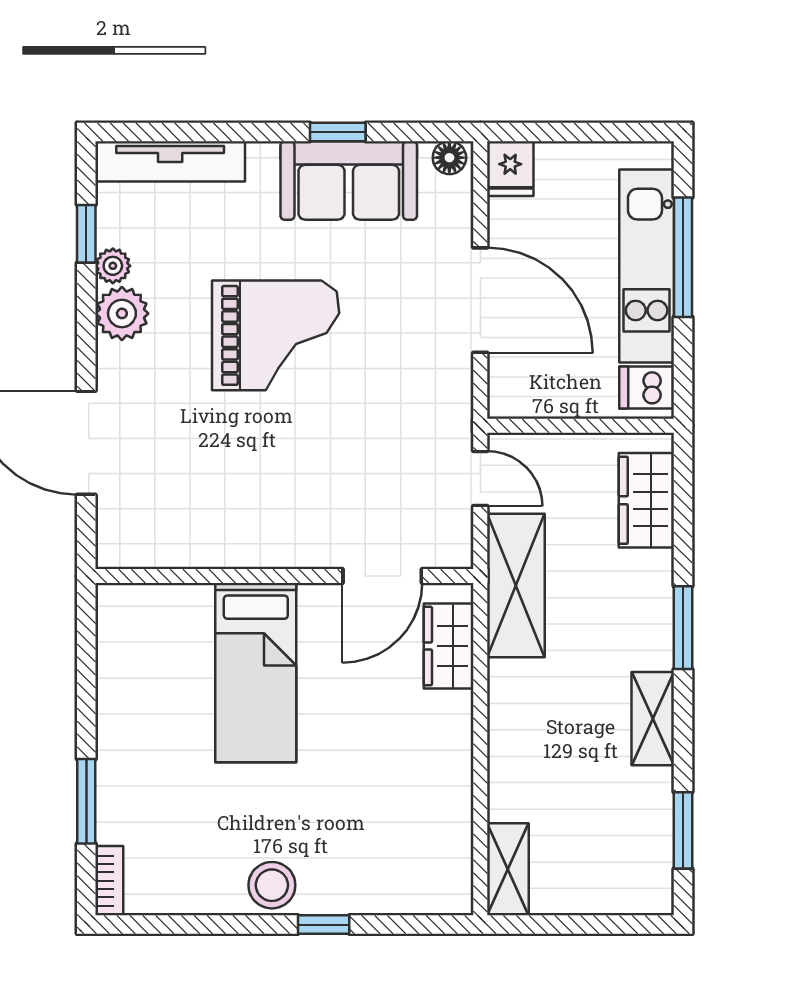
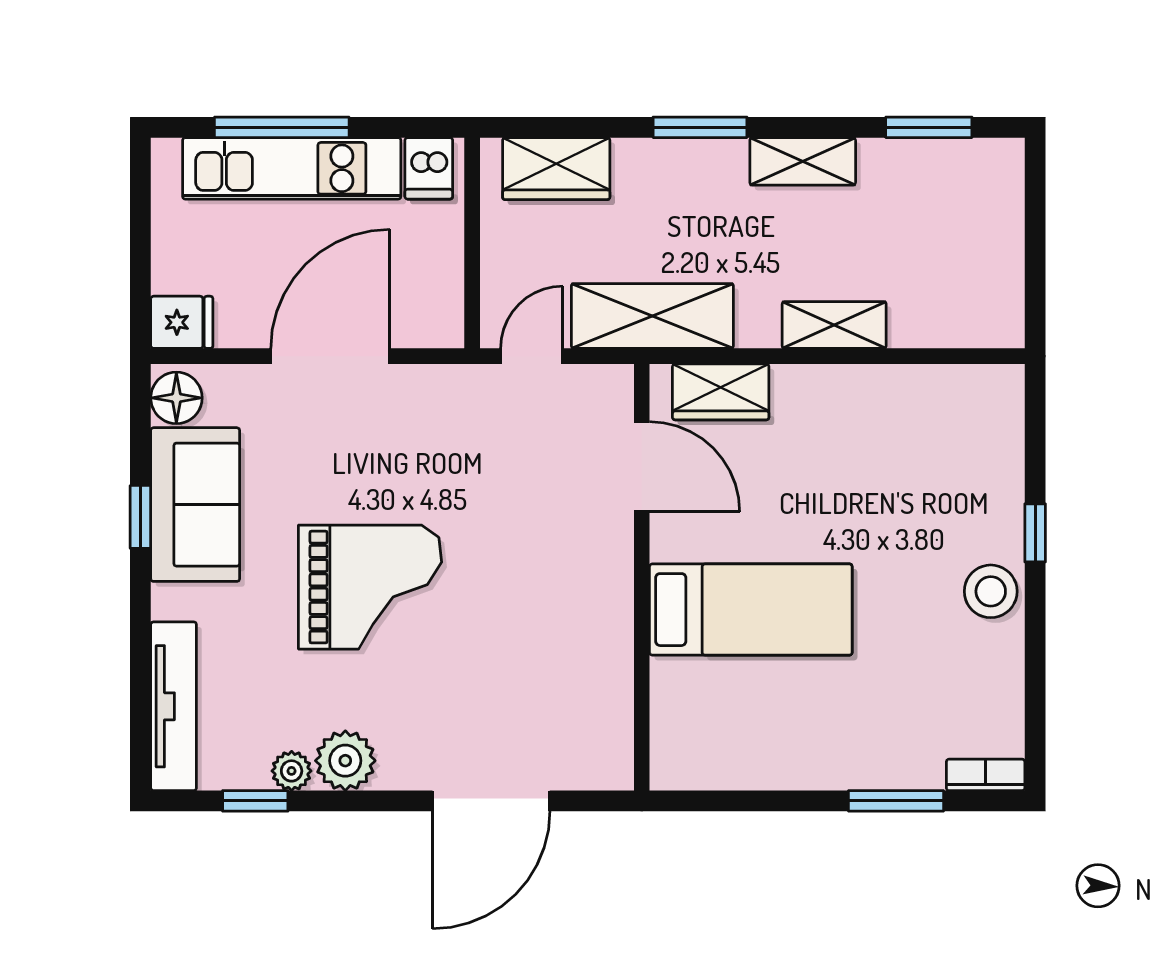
floor lamp: (449, 158) -> (176, 398), width x1.37, depth x1.37
grand piano: (276, 335) -> (370, 587), turned 90
shelving: (508, 869) -> (834, 325), moved

